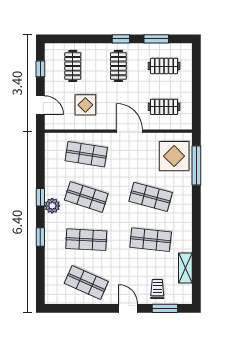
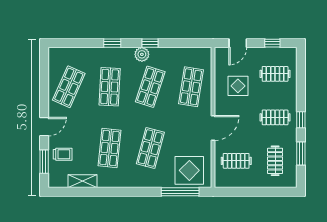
clothes rail: (164, 107) -> (236, 161), turned 90

